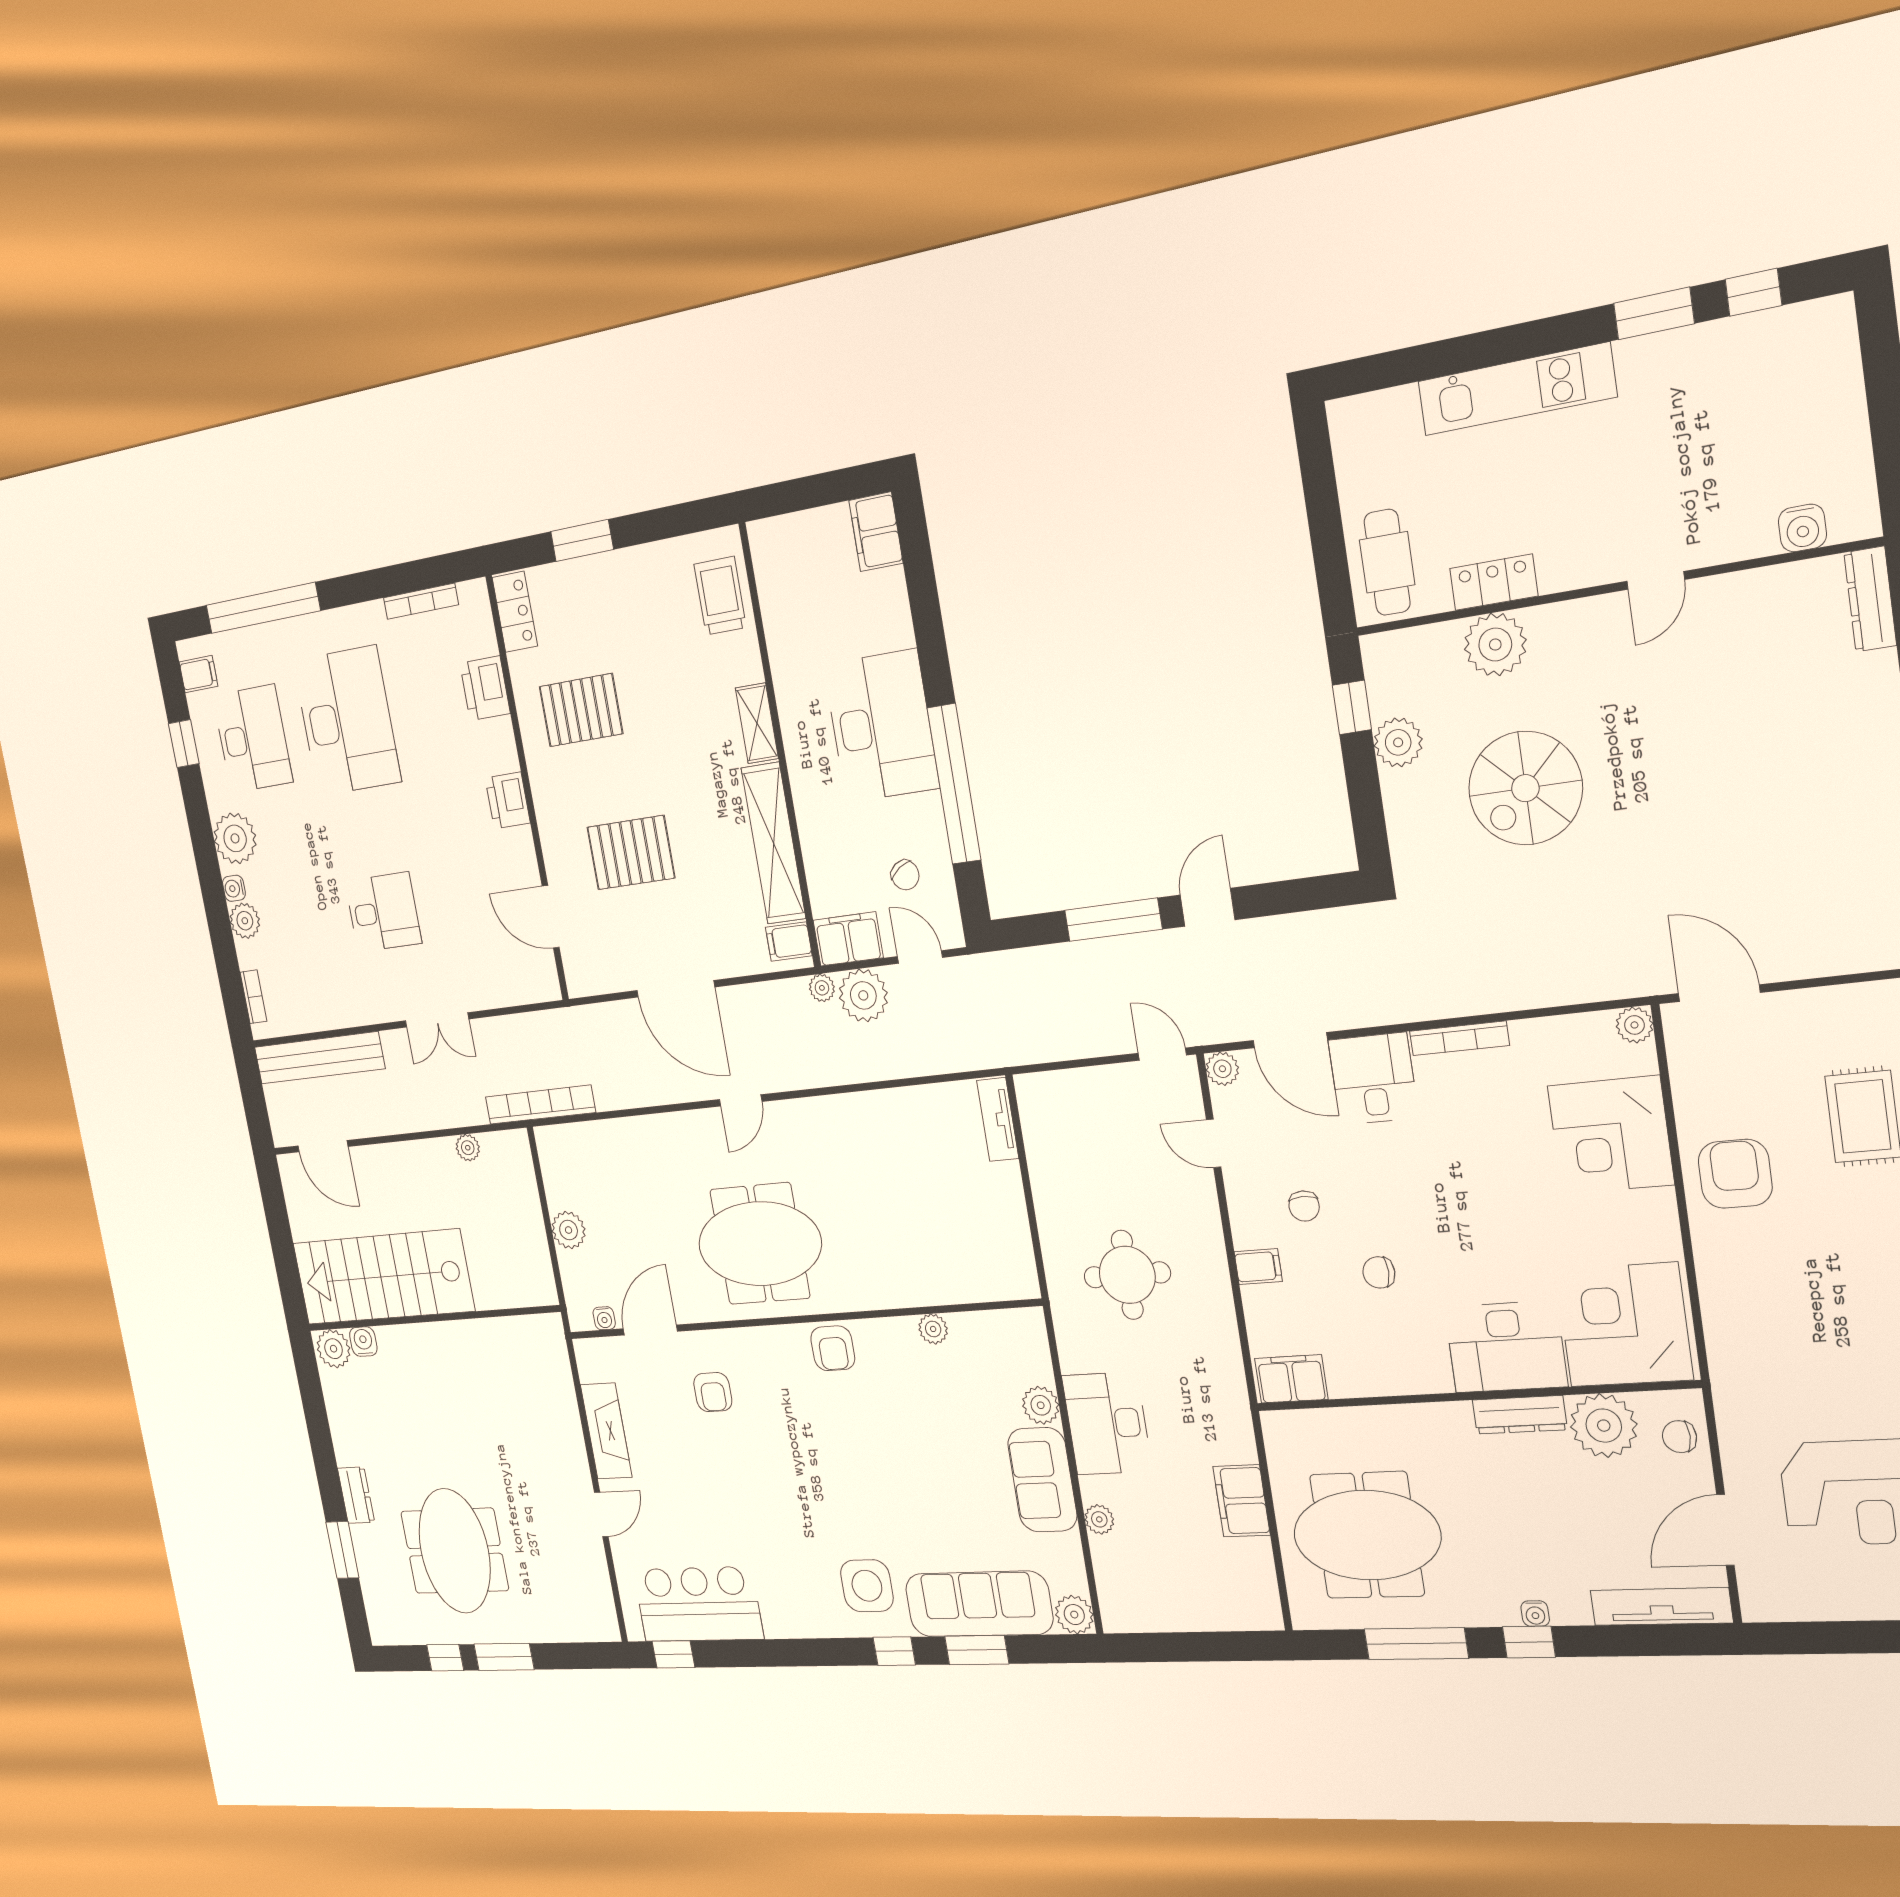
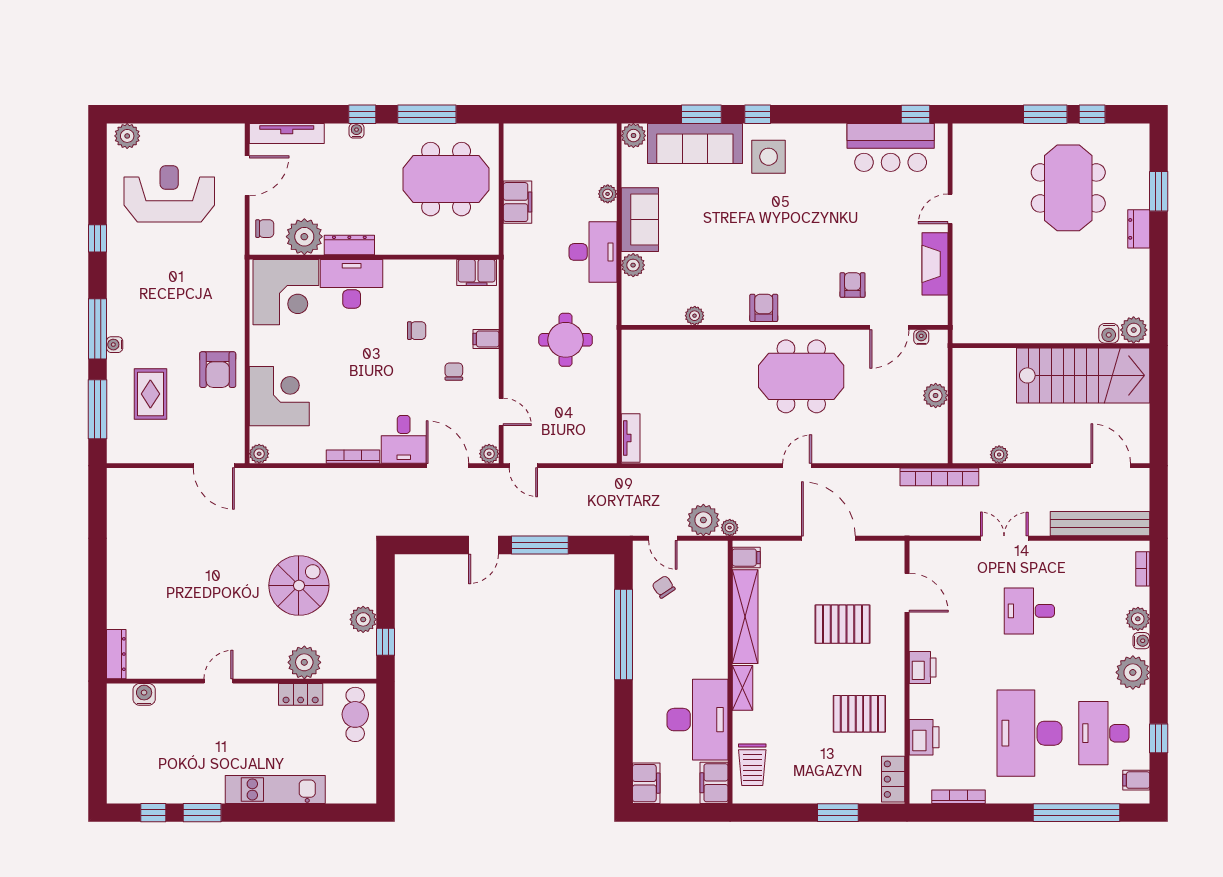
desk: (881, 726) -> (697, 720), moved, turned 180
filing cabinet: (848, 939) -> (714, 783), moved, turned 90

